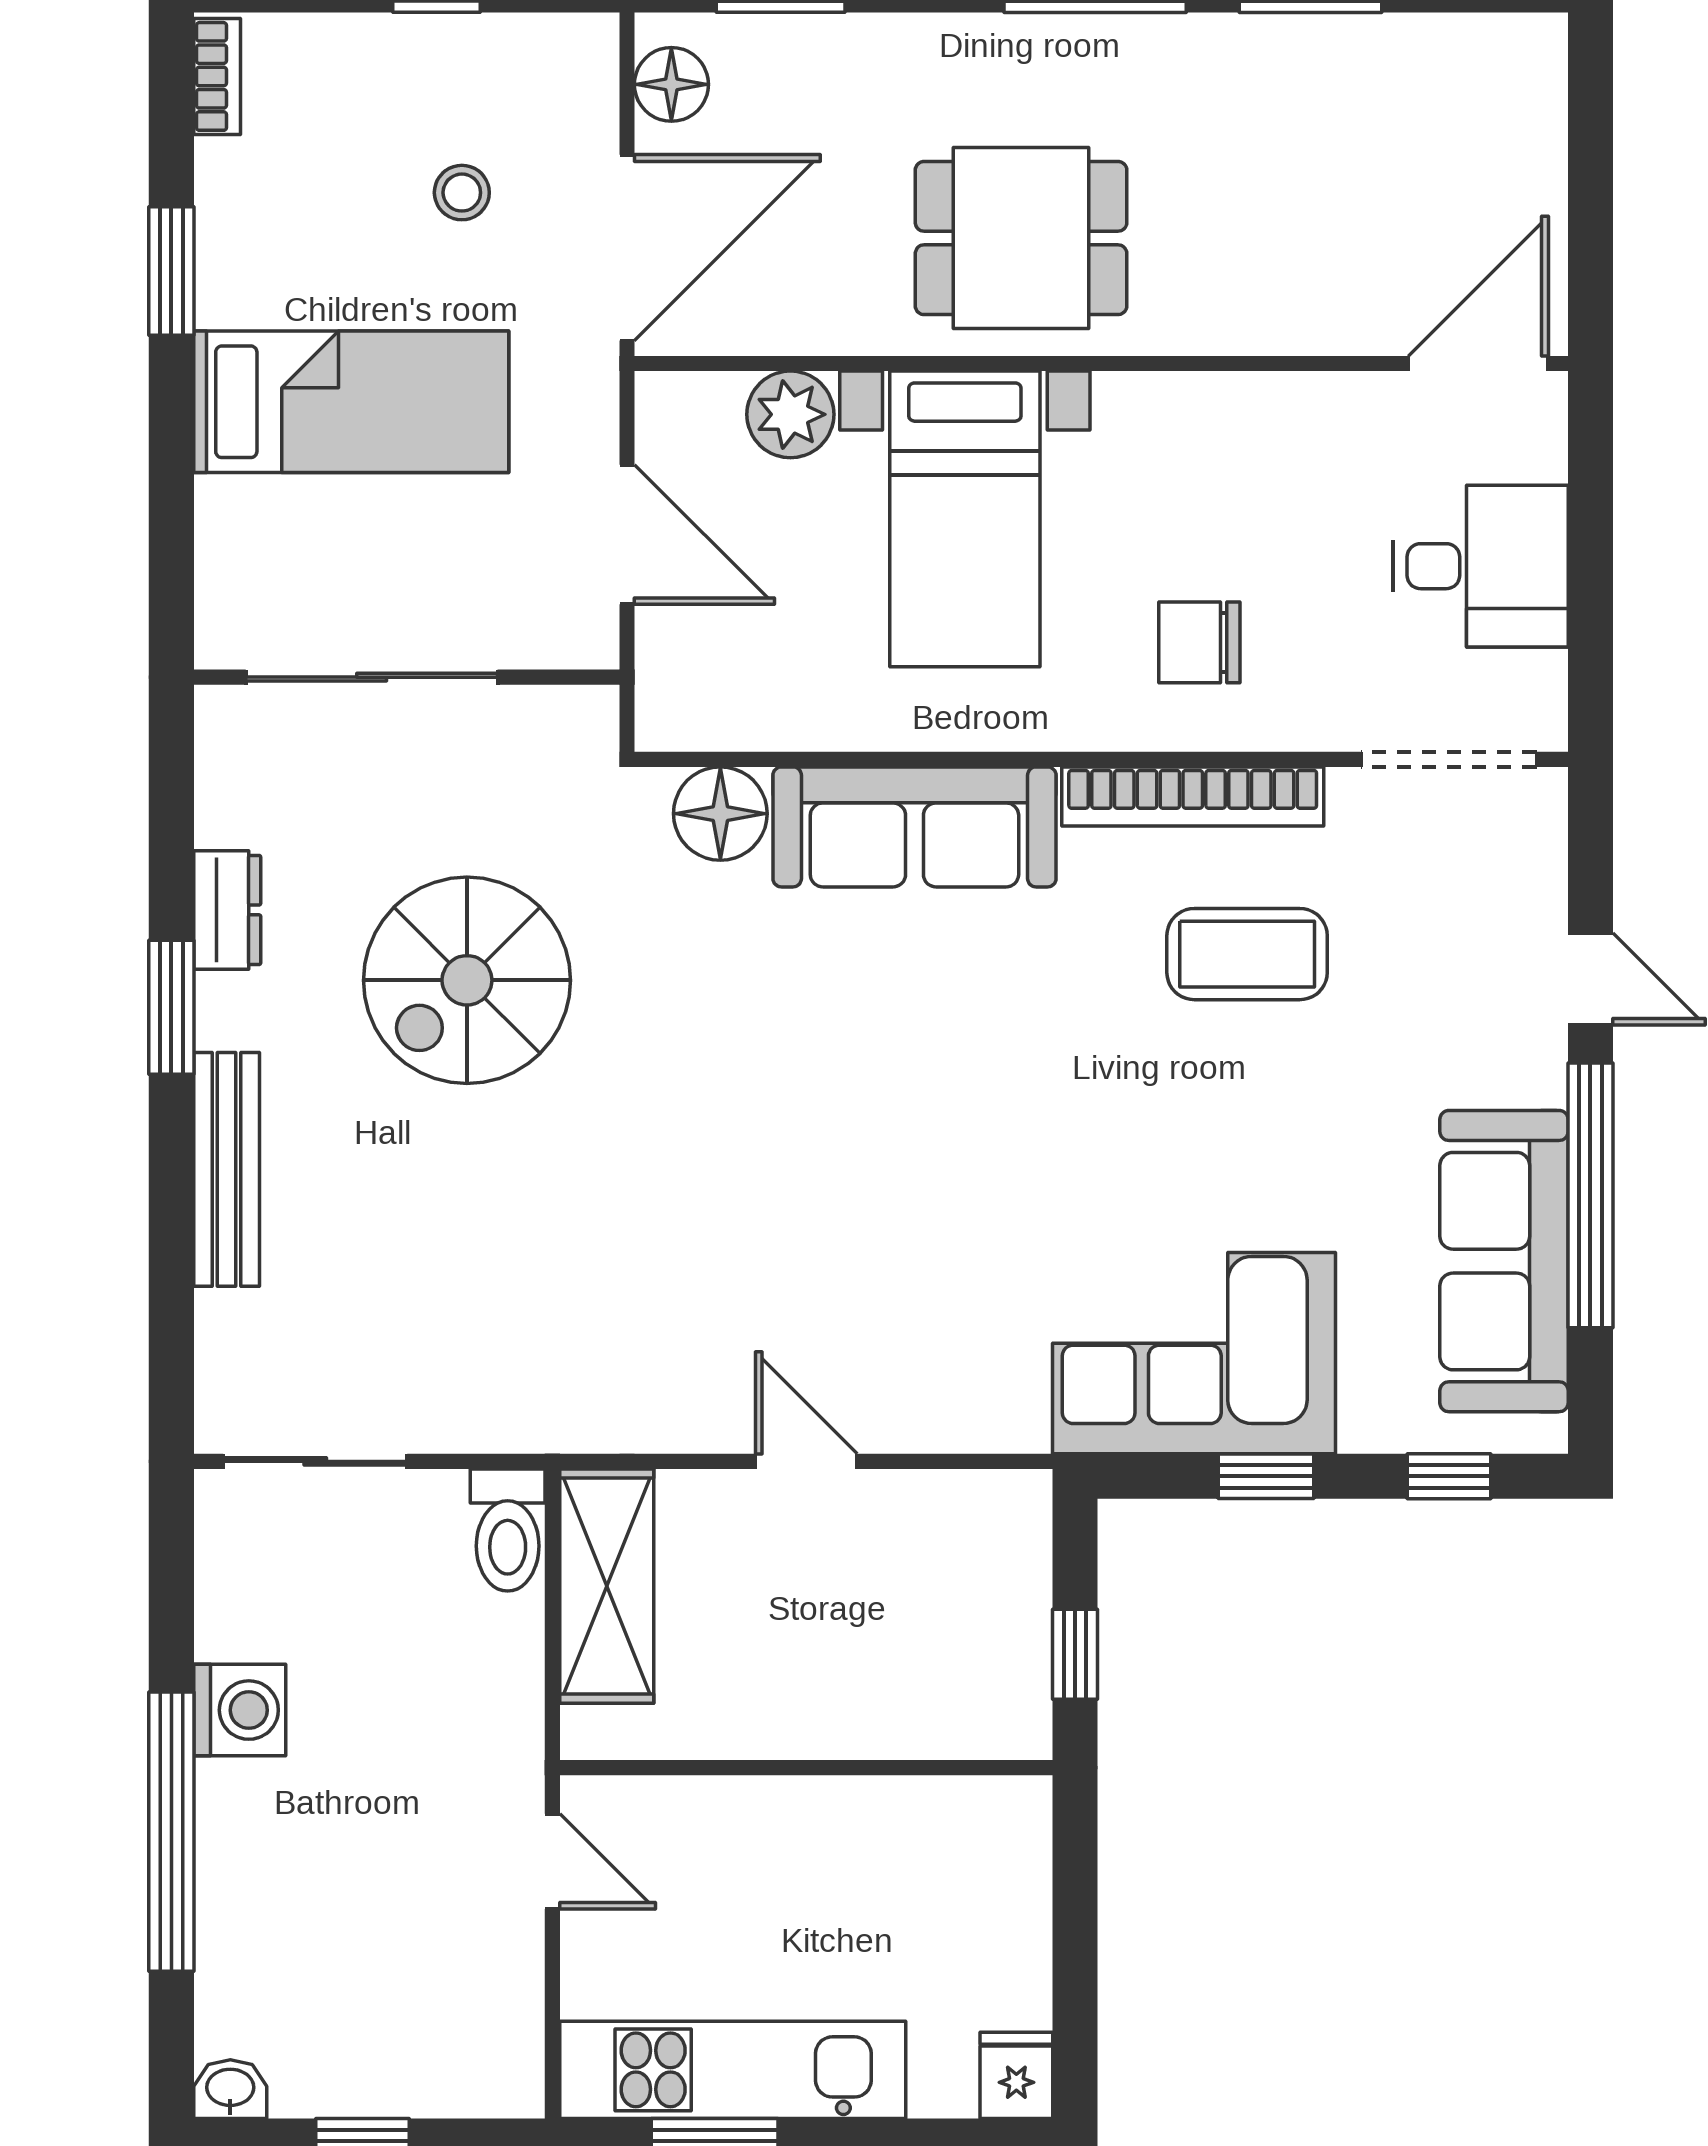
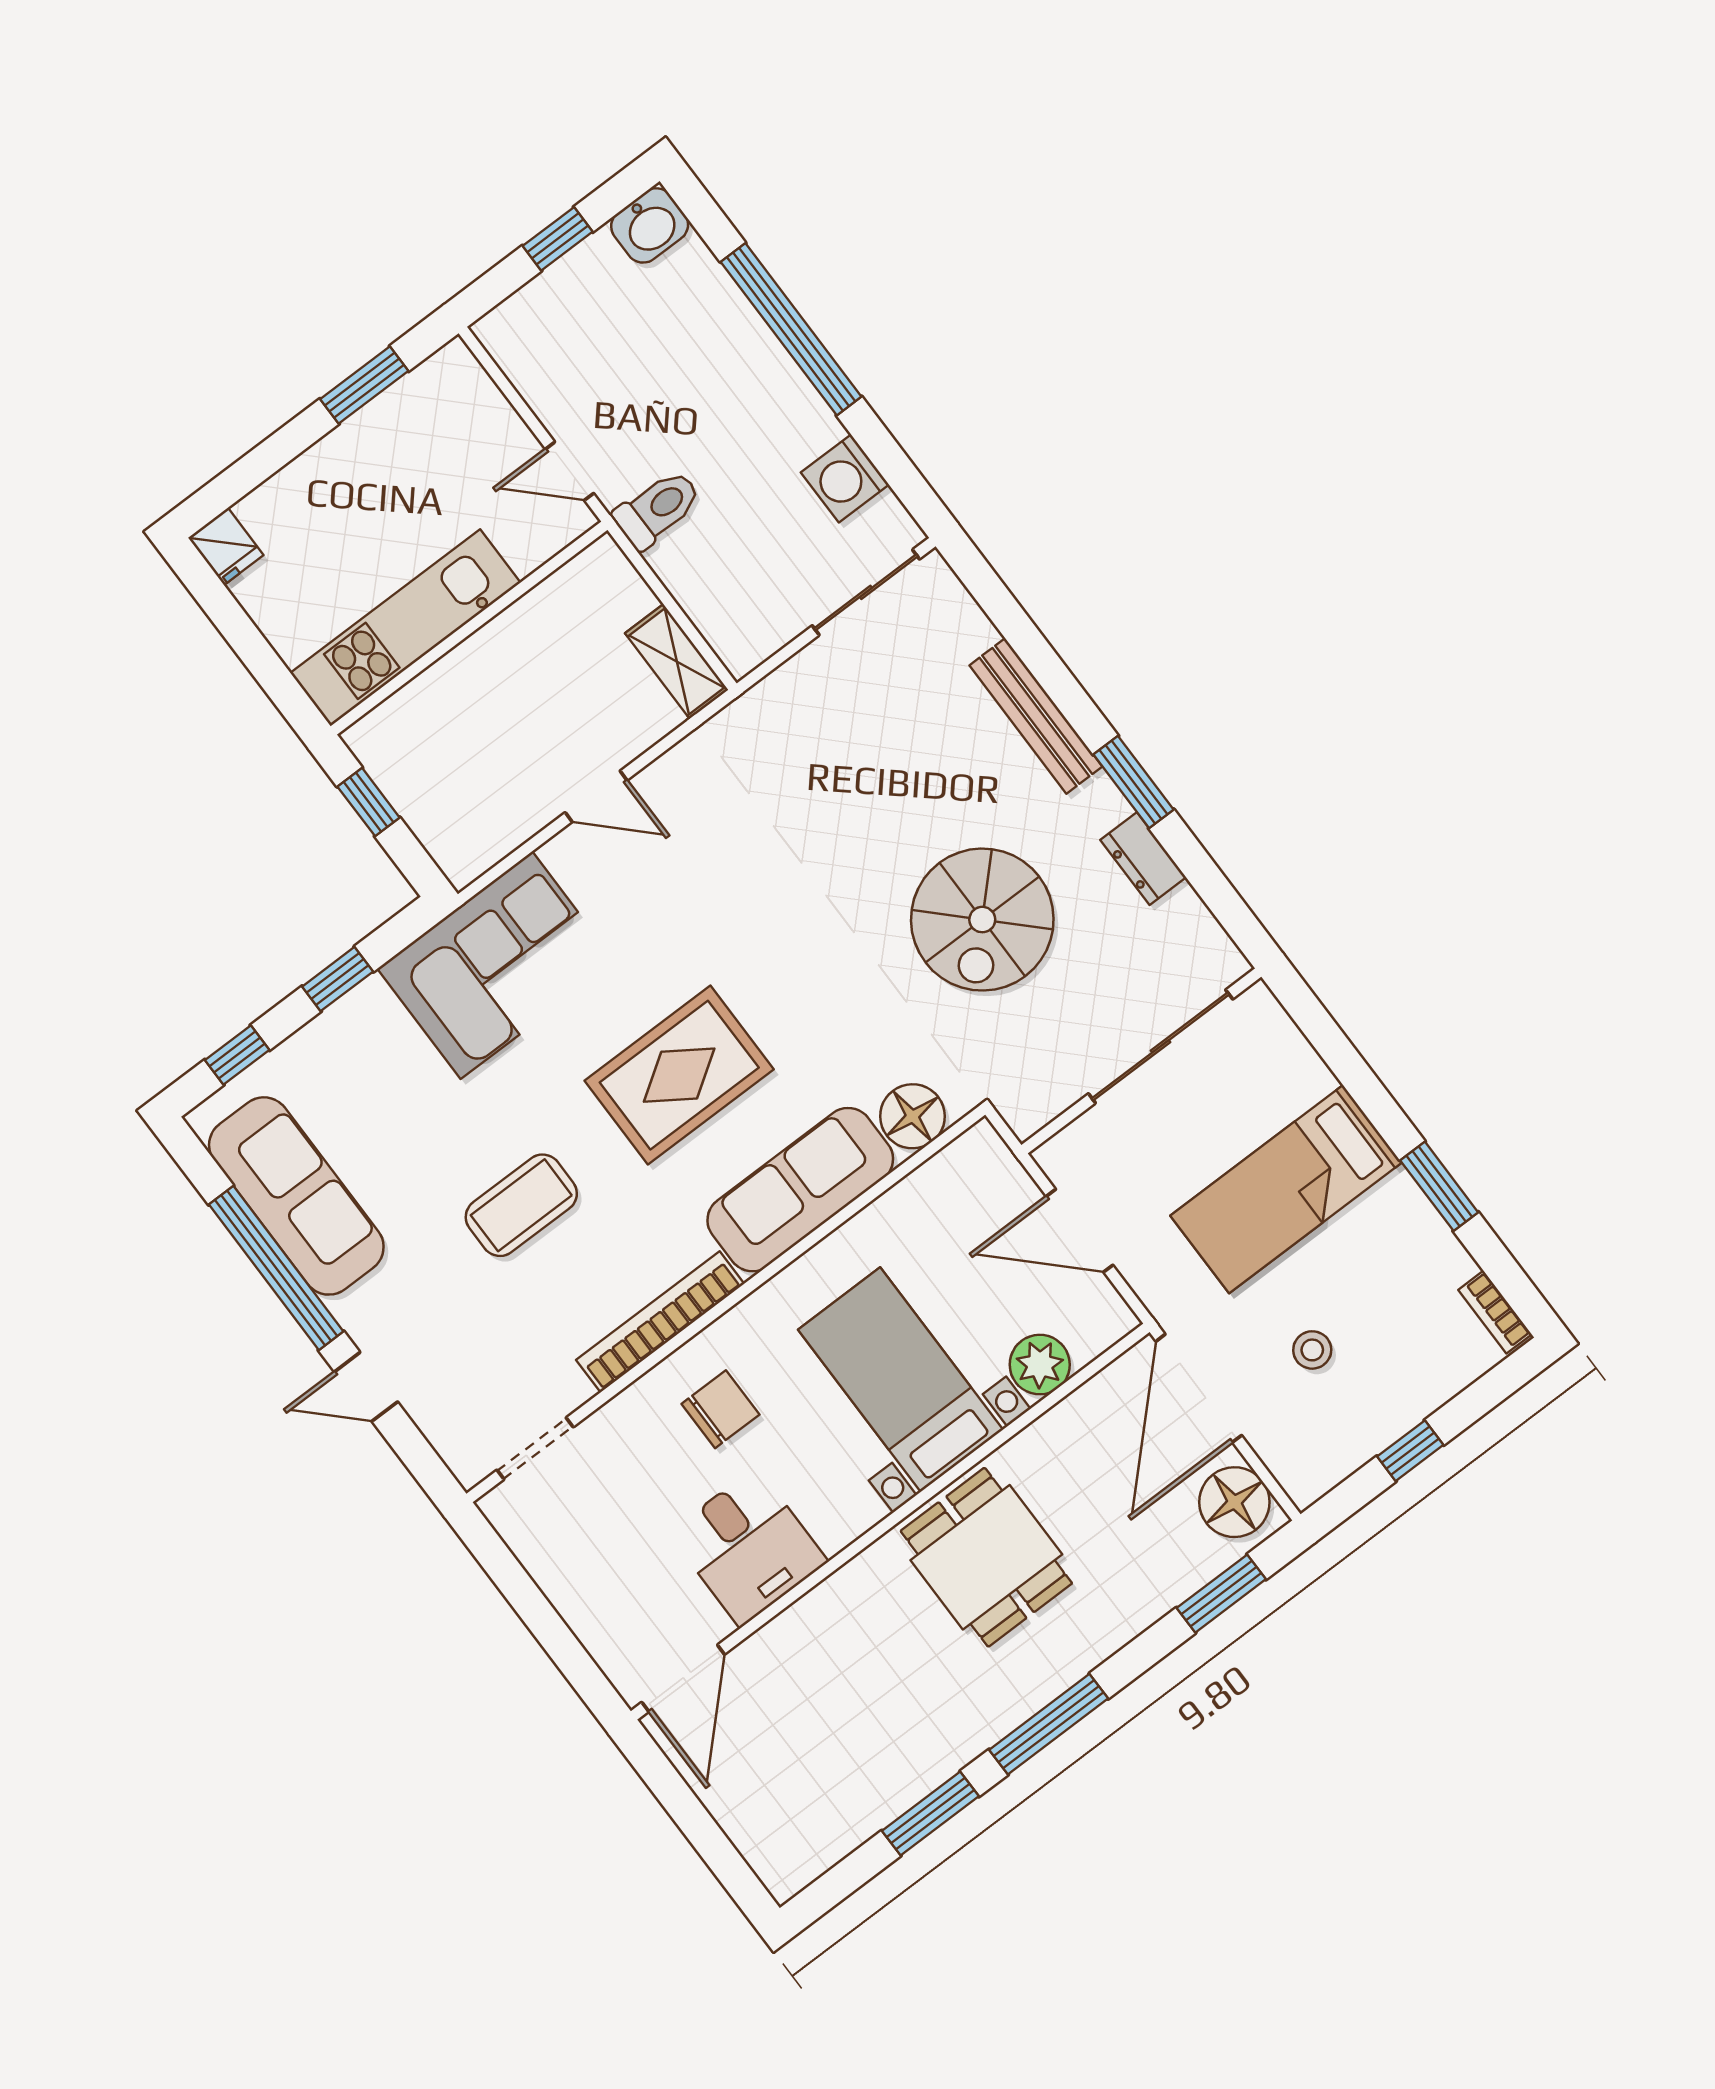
floor lamp: (671, 84) -> (1234, 1502), width x1.38, depth x1.38
dining table: (1021, 238) -> (986, 1557), turned 90
desk: (1481, 566) -> (748, 1547), moved, turned -90
doorway: (1449, 759) -> (535, 1449), width x0.73
coffee table: (1247, 954) -> (521, 1205), moved
spiral stairs: (467, 980) -> (982, 920), turned 180
rug: (954, 1066) -> (679, 1075), added
corner sofa: (1194, 1353) -> (496, 965), moved
toilet: (508, 1530) -> (657, 509), moved, turned 90
shelving: (607, 1586) -> (677, 662), width x0.67, depth x0.75
washing machine: (240, 1710) -> (845, 478), moved
kitchen unit: (733, 2070) -> (405, 628), moved, turned 180
washbasin: (230, 2089) -> (650, 225), width x1.38, depth x1.45

